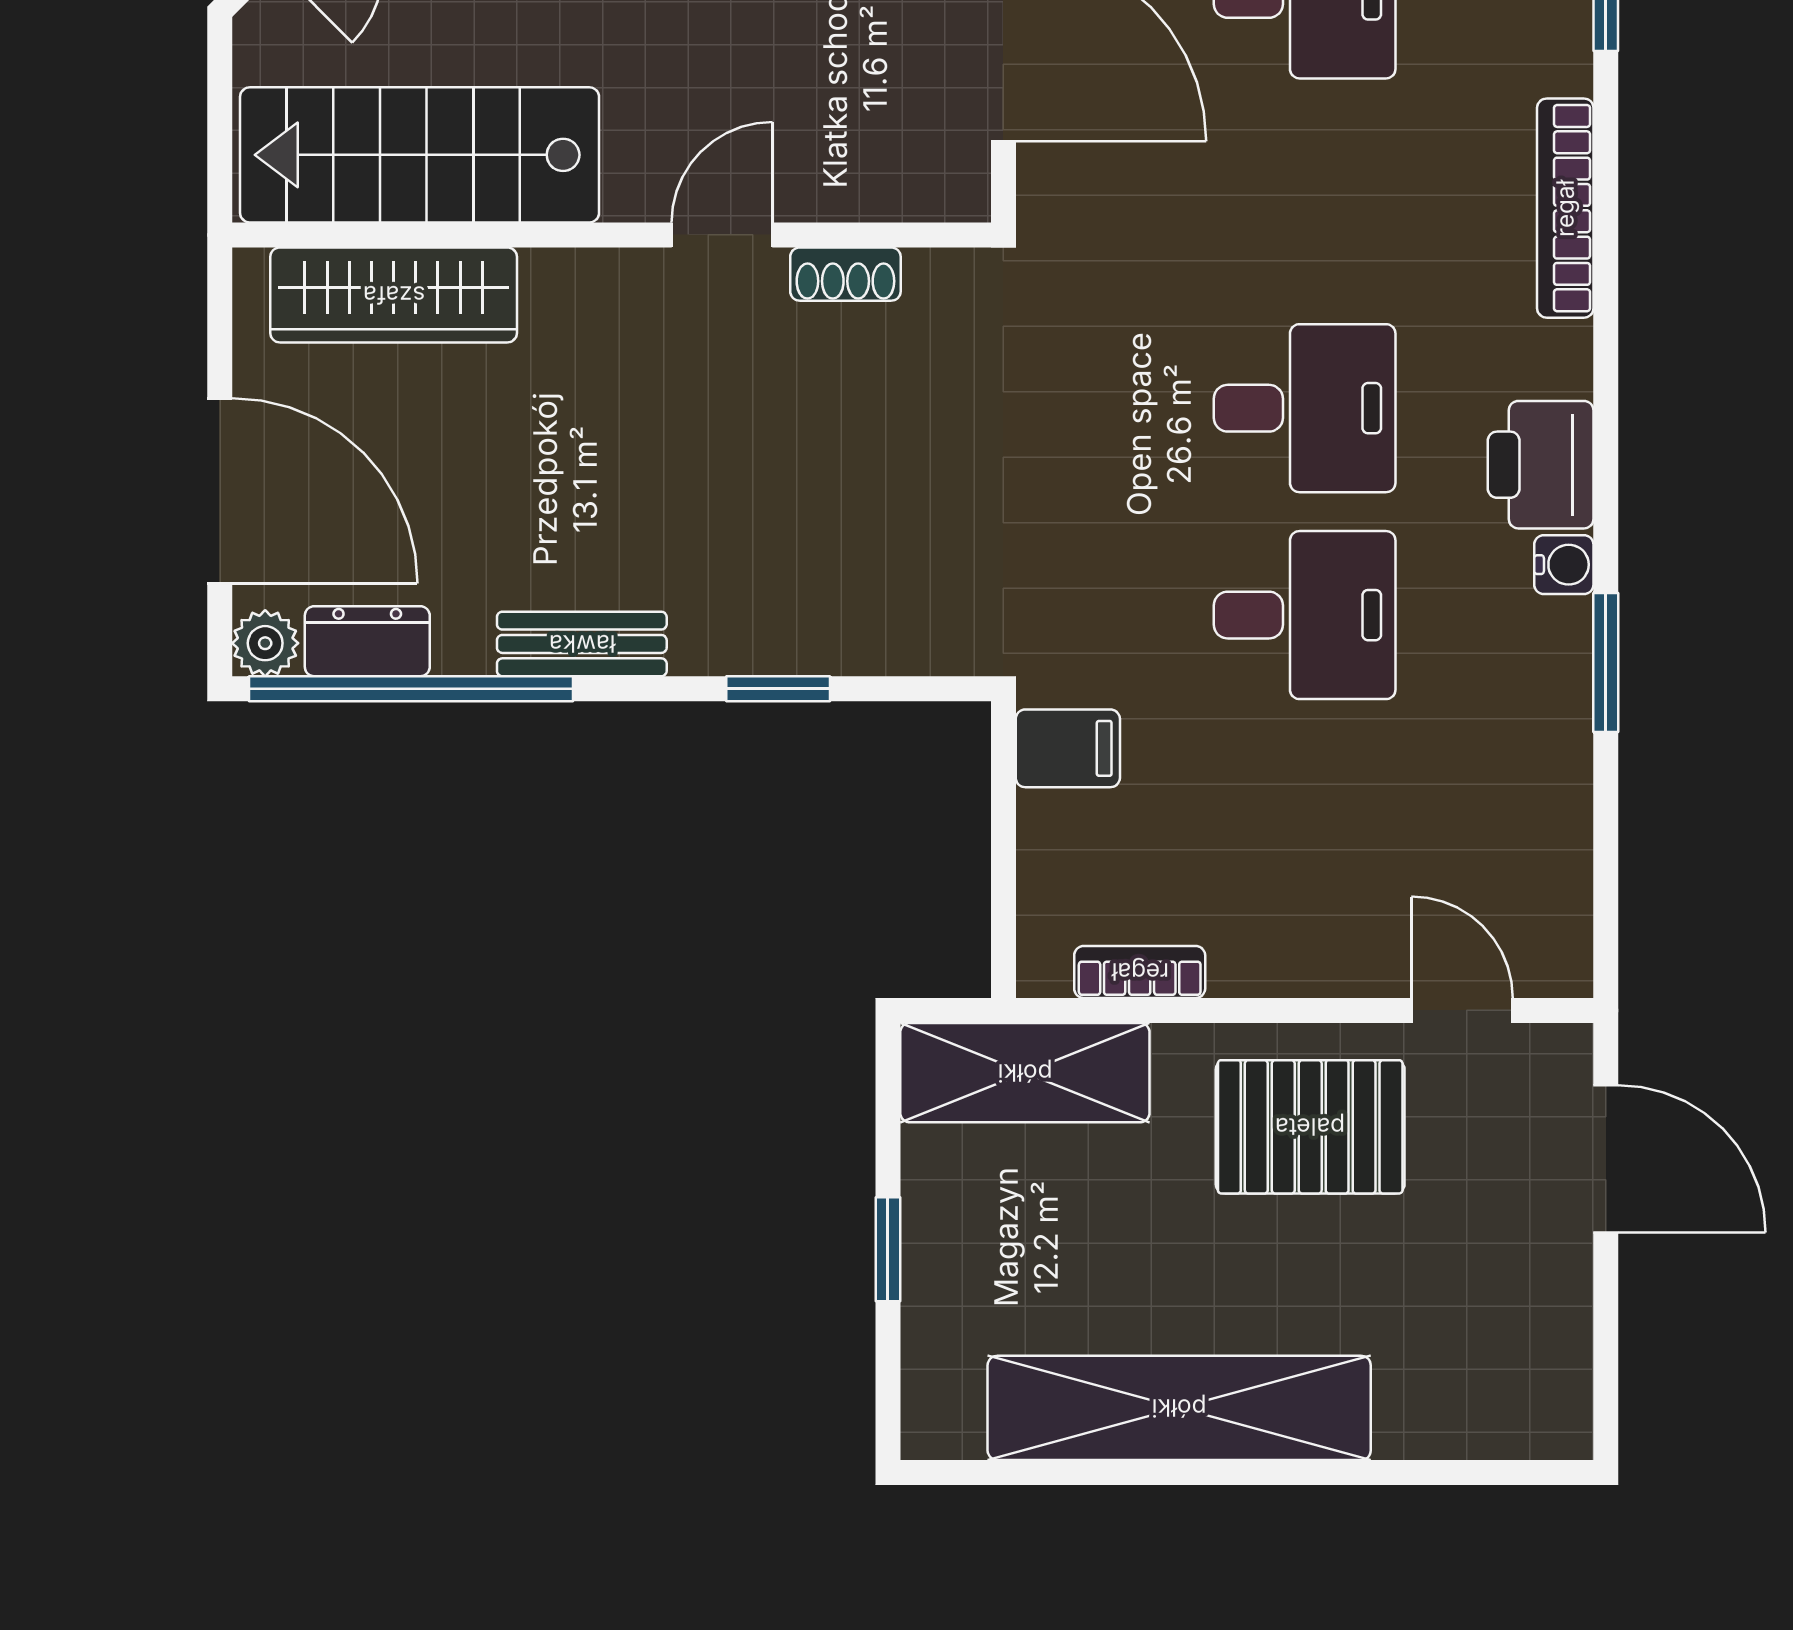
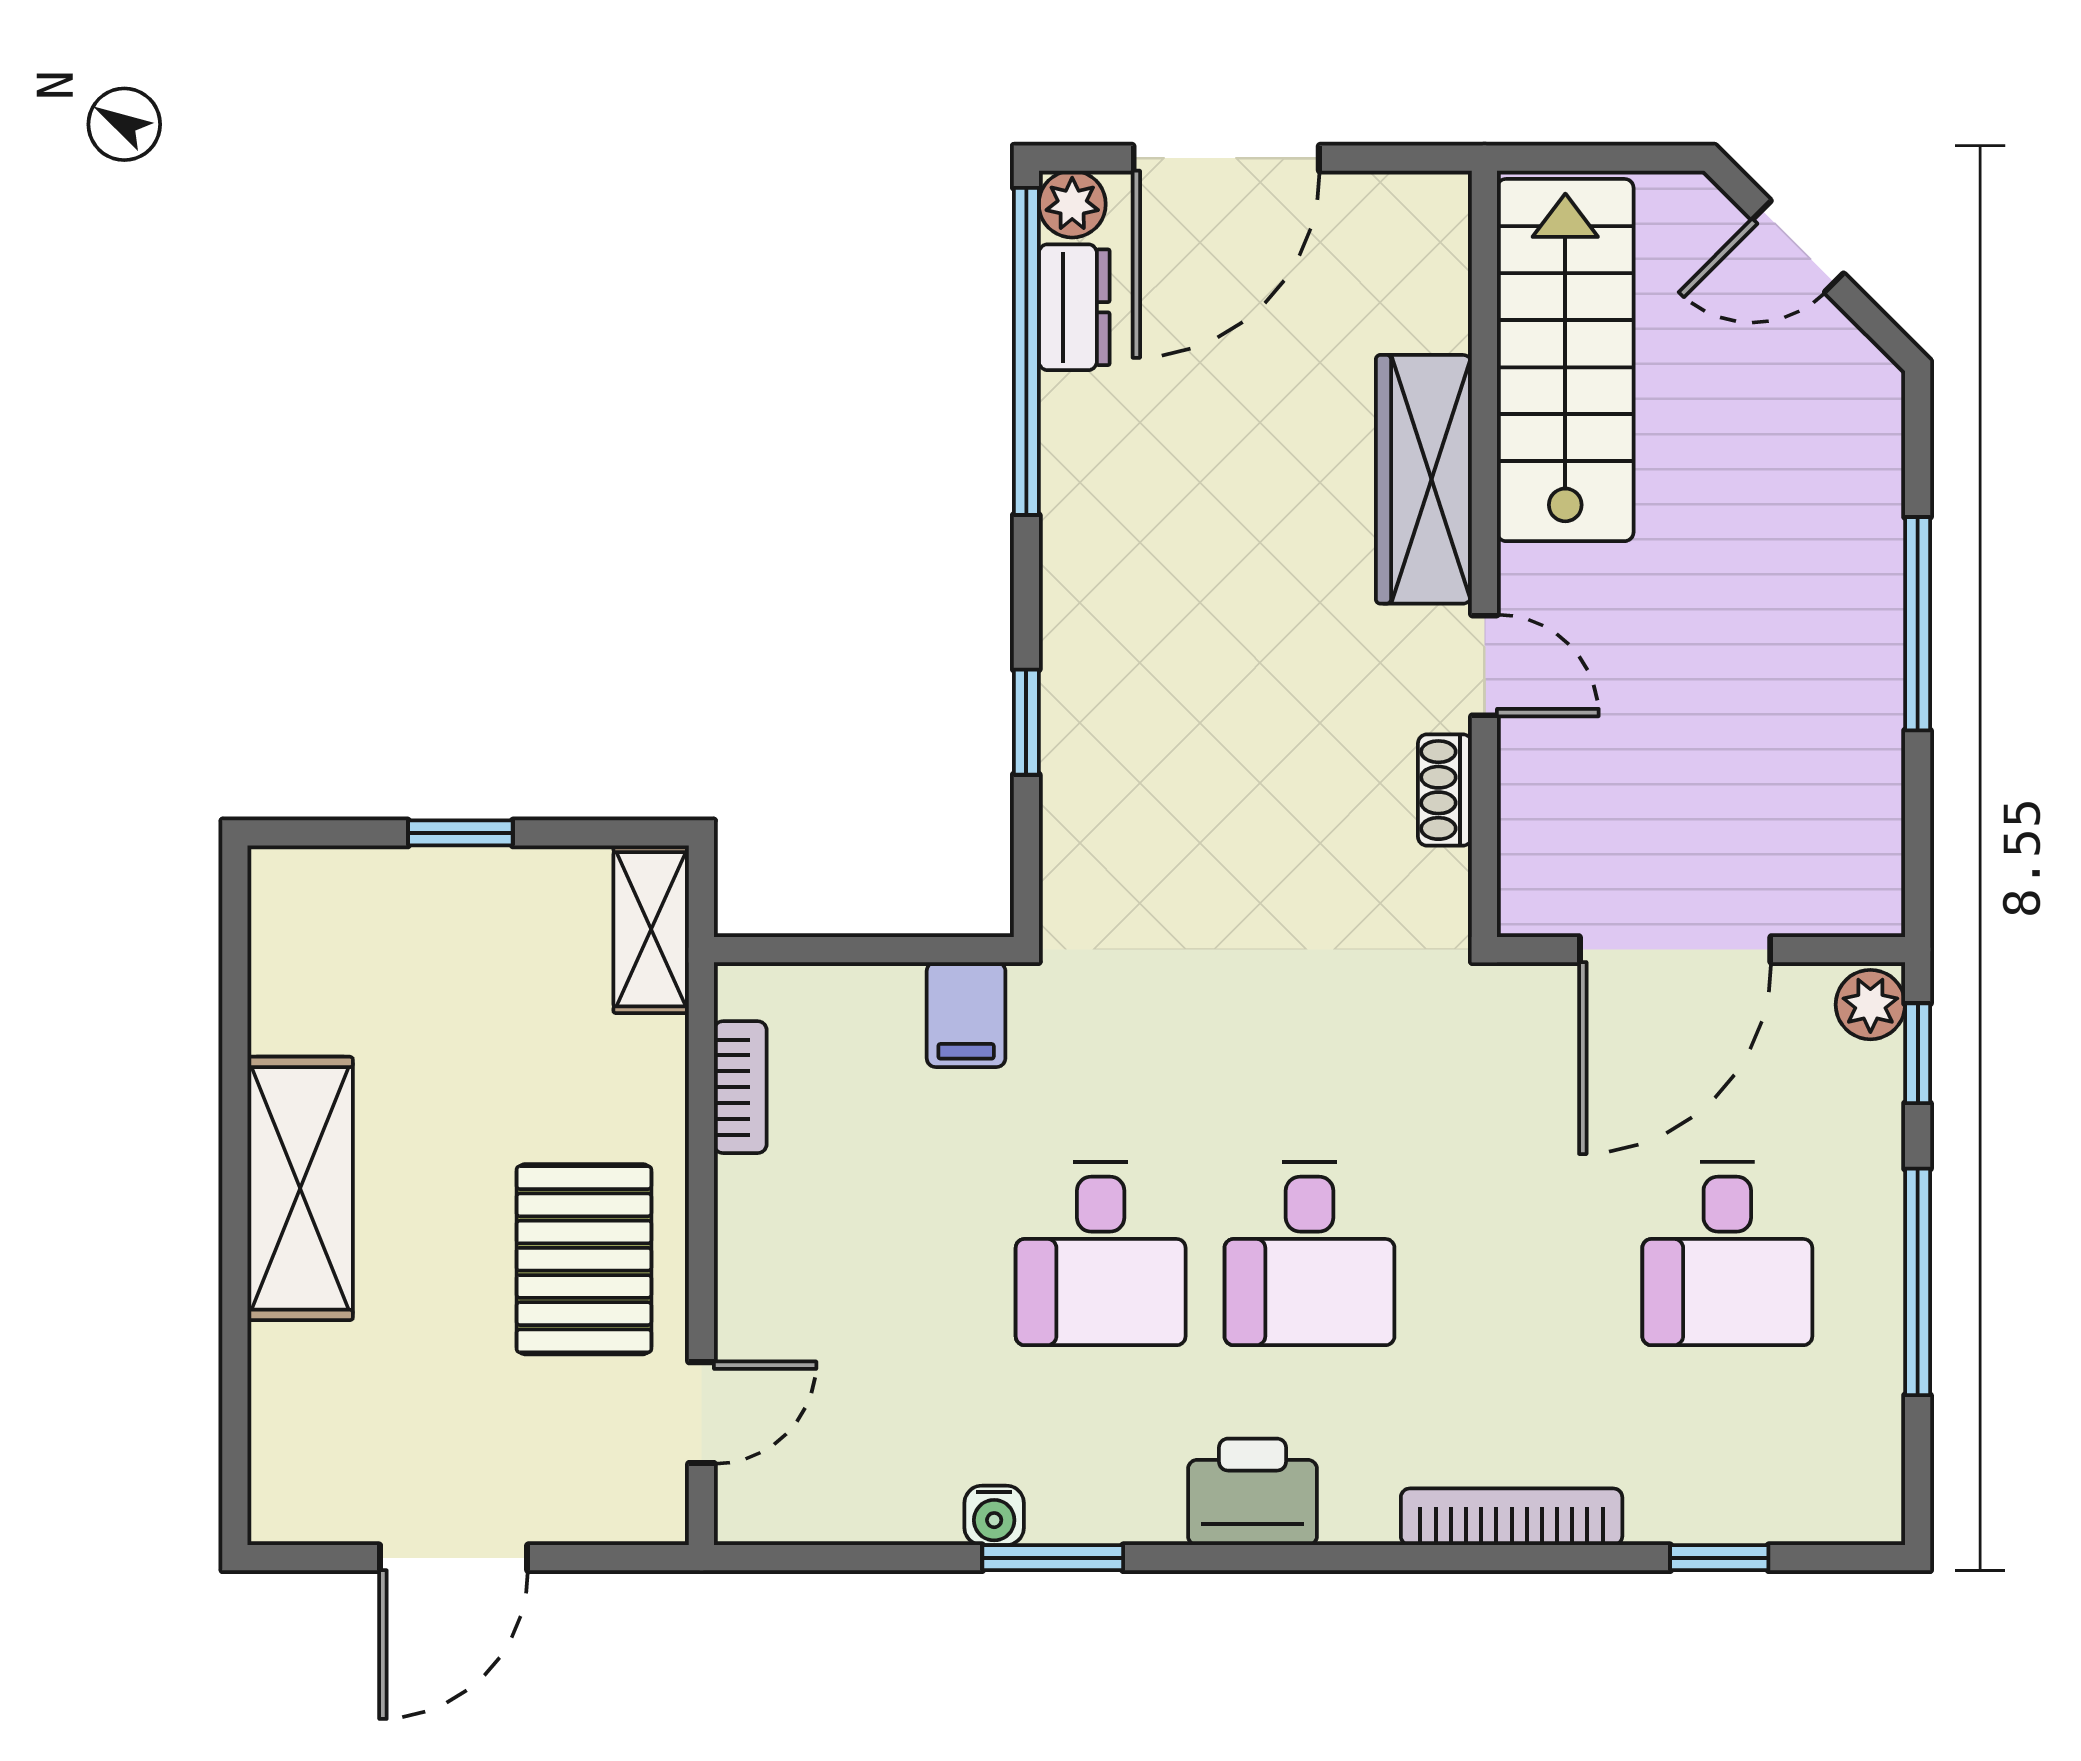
wardrobe: (394, 295) -> (1424, 479), moved
water cooler: (1564, 565) -> (994, 1515), moved
bench: (582, 644) -> (1071, 524), removed
shelving: (1025, 1073) -> (651, 929), width x0.67, depth x0.75
door: (1606, 1159) -> (454, 1558), moved
shelving: (1179, 1408) -> (300, 1188), width x0.68

